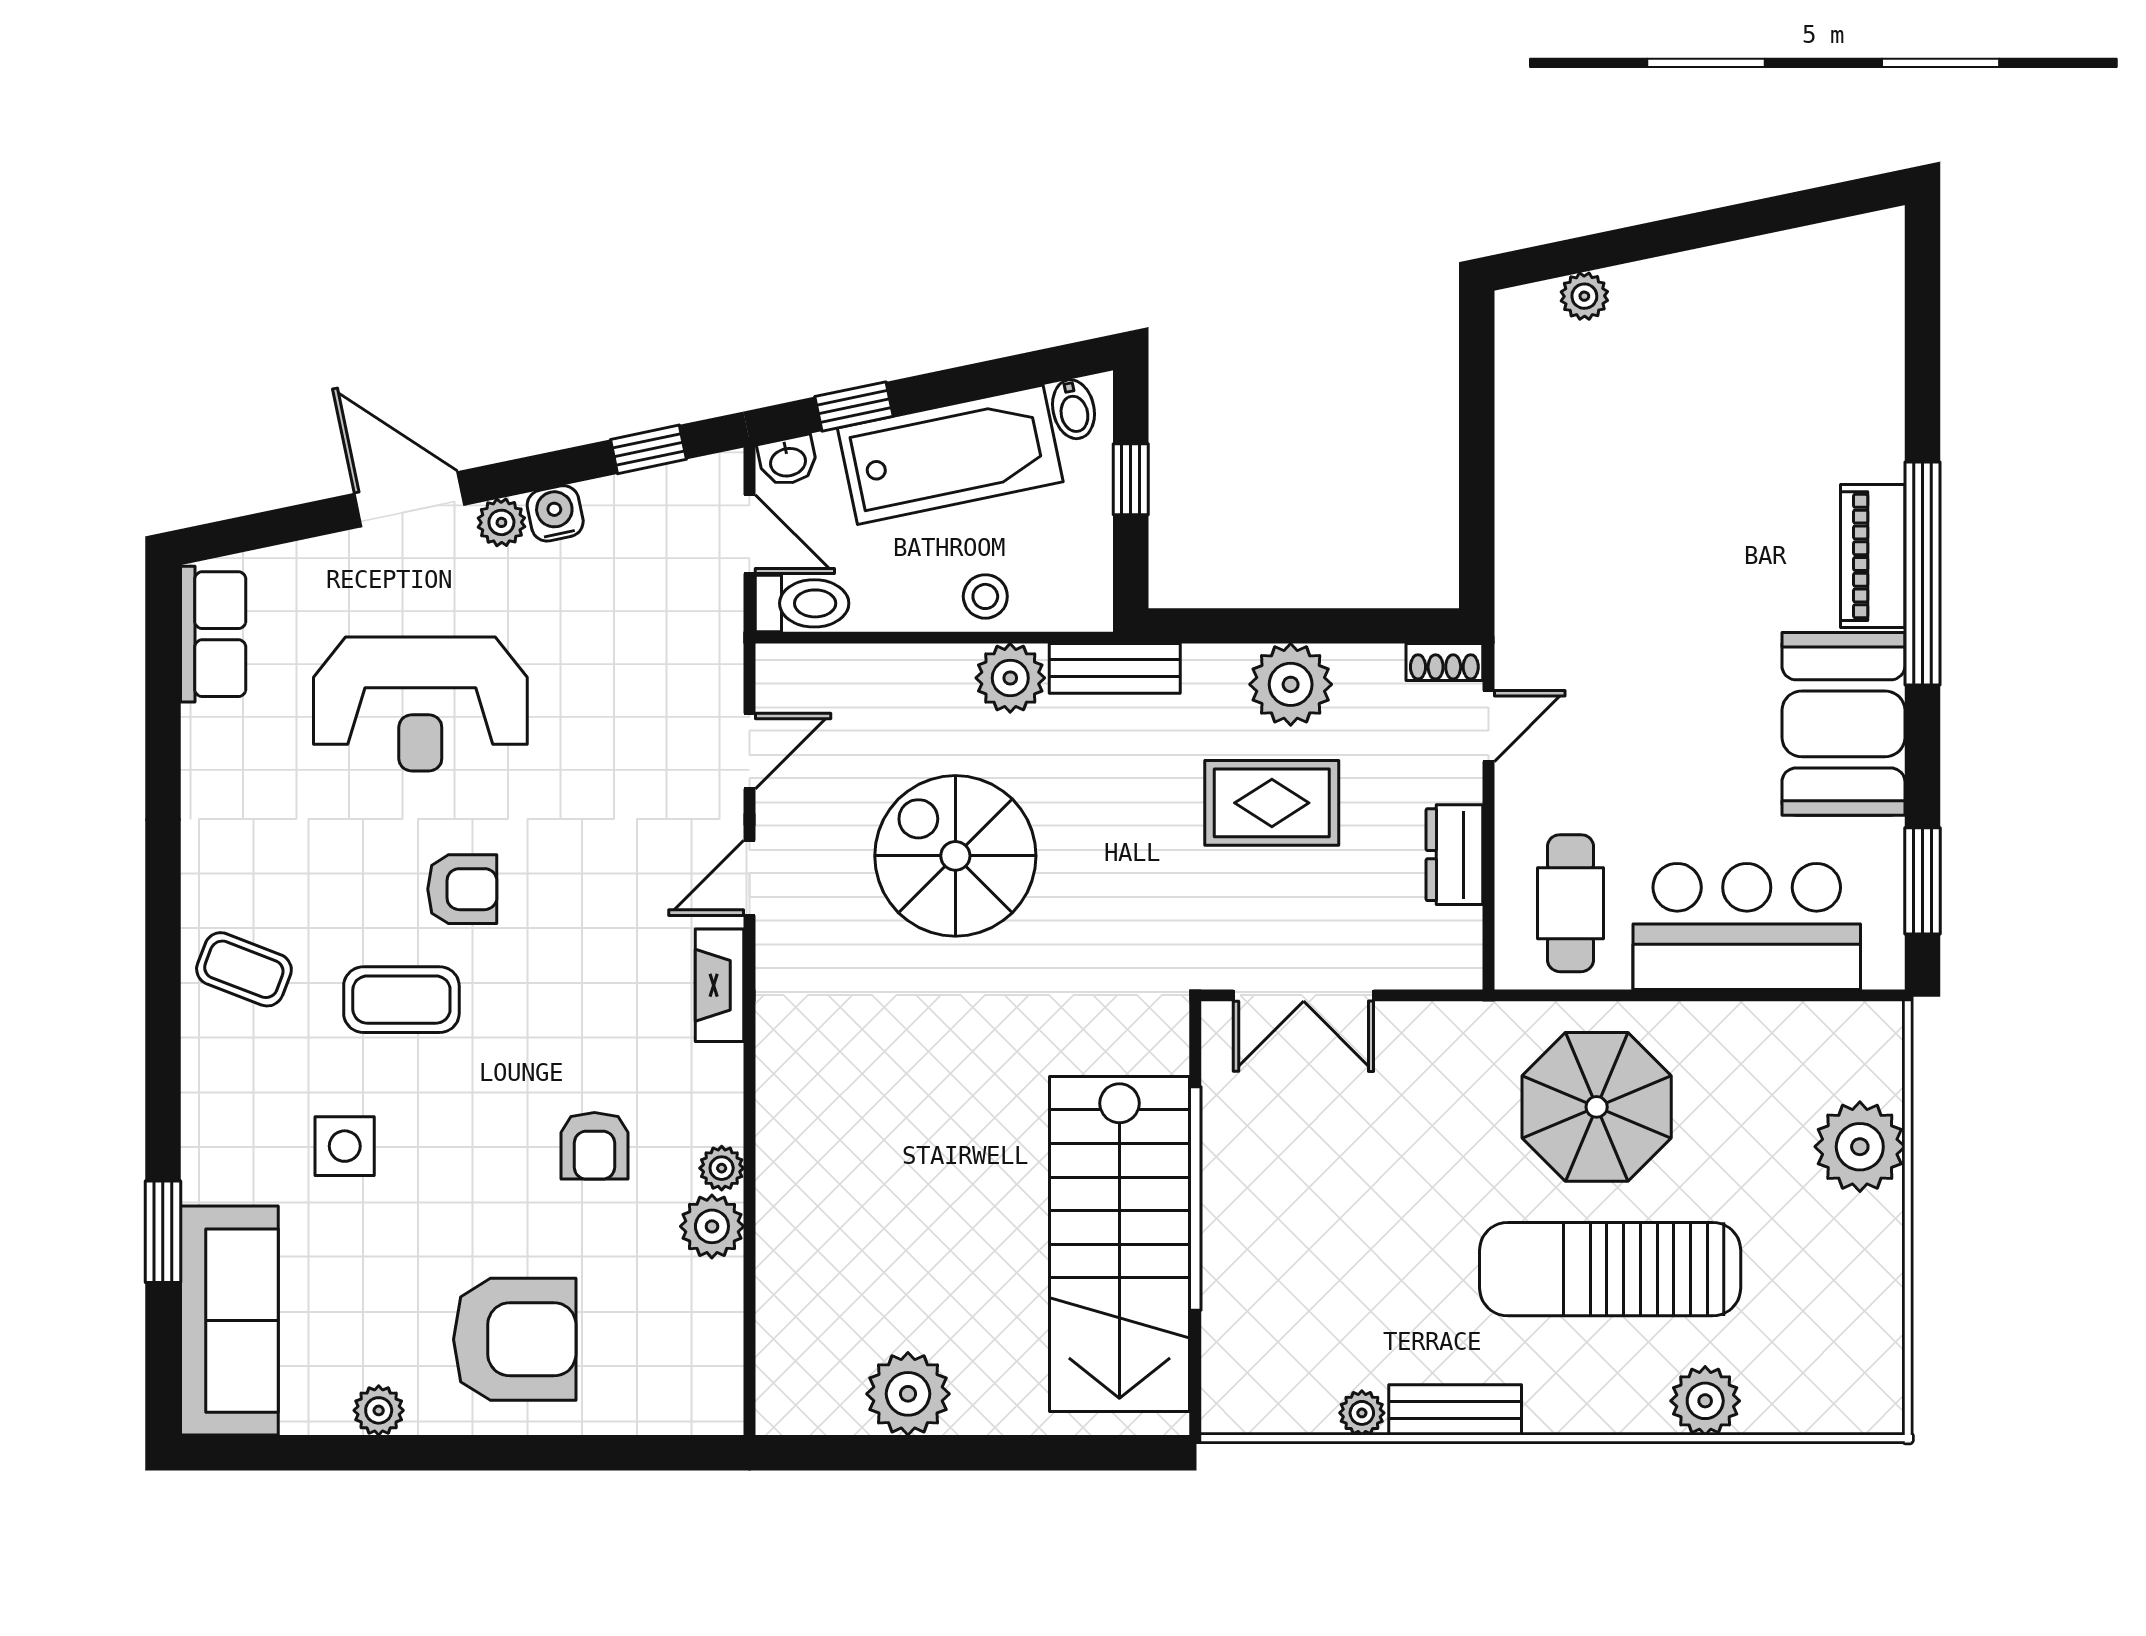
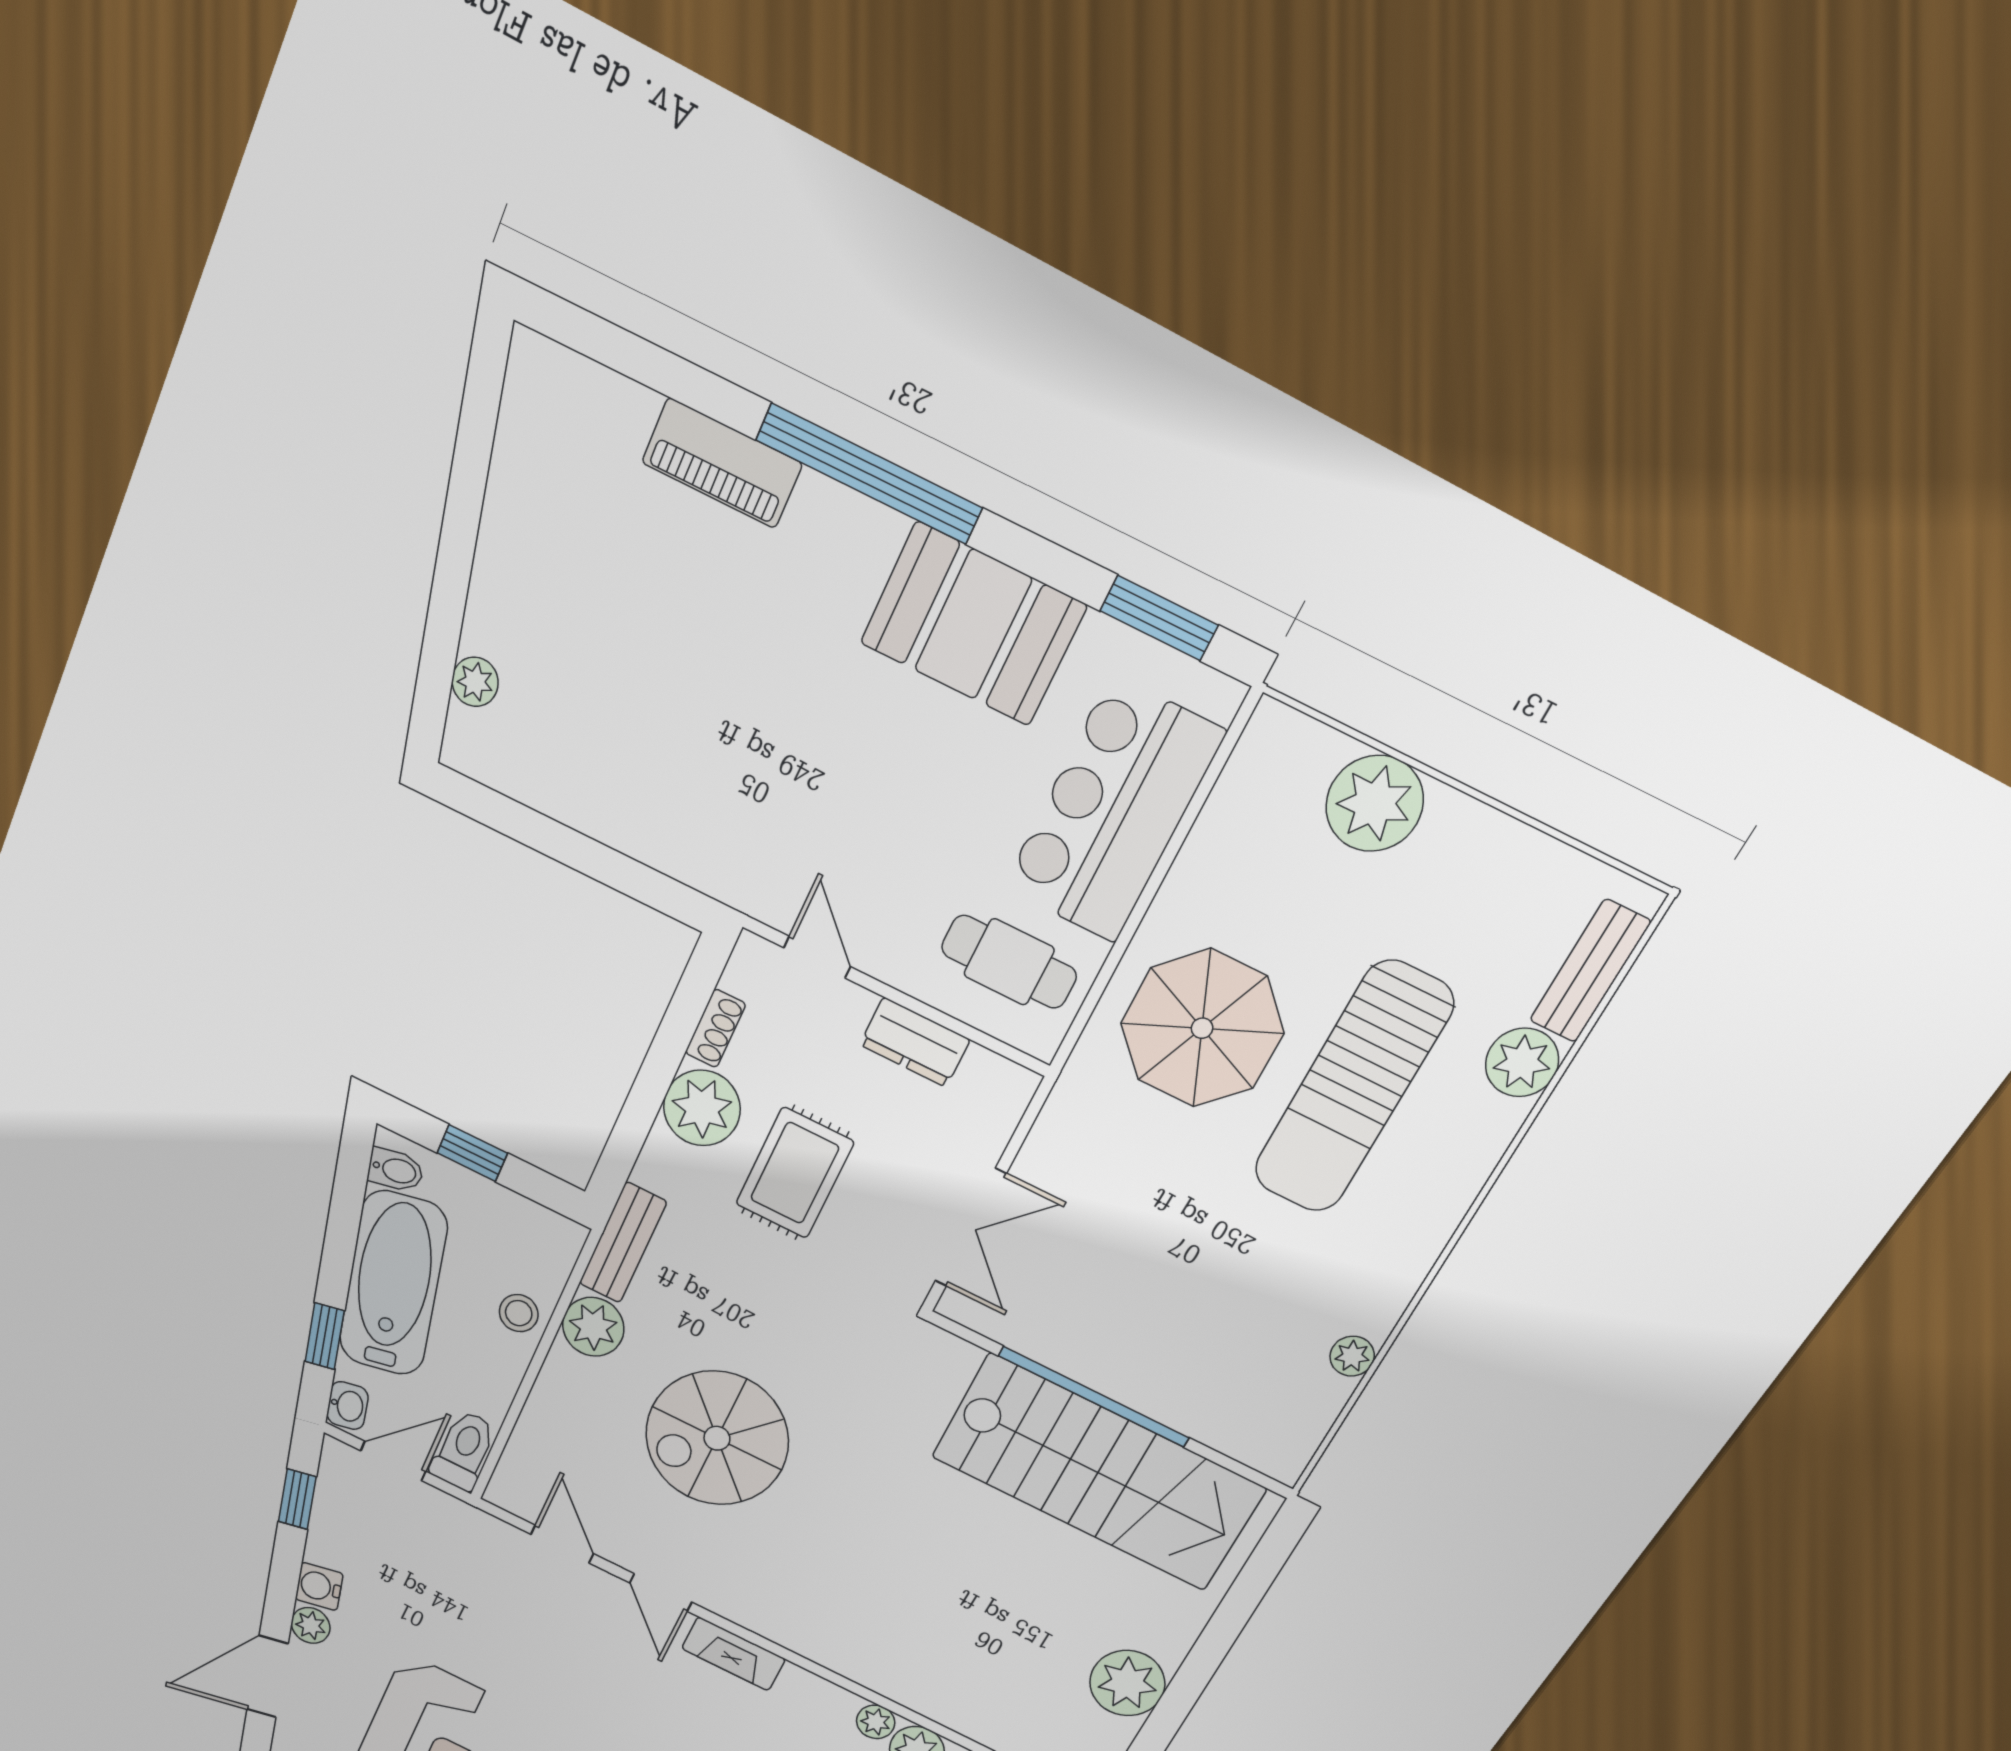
piano: (1873, 556) -> (722, 463), moved
shoe rack: (1444, 662) -> (715, 1028), moved
bench: (1455, 1410) -> (1590, 971), moved

